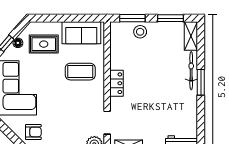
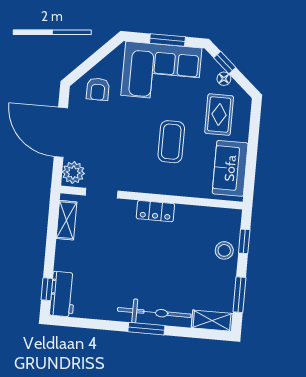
window: (132, 18) -> (244, 241), width x0.67
bicycle: (191, 71) -> (154, 313), width x1.37, depth x1.40
coffee table: (80, 72) -> (171, 142), moved

